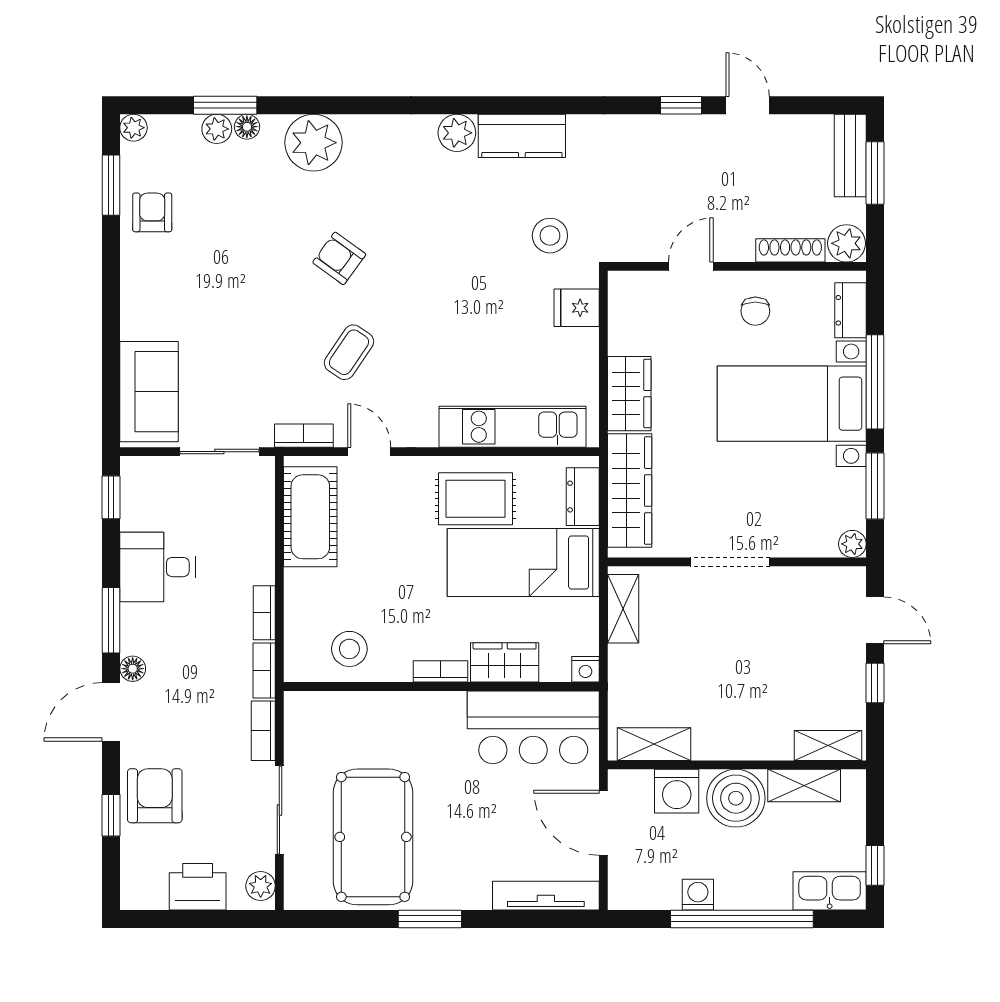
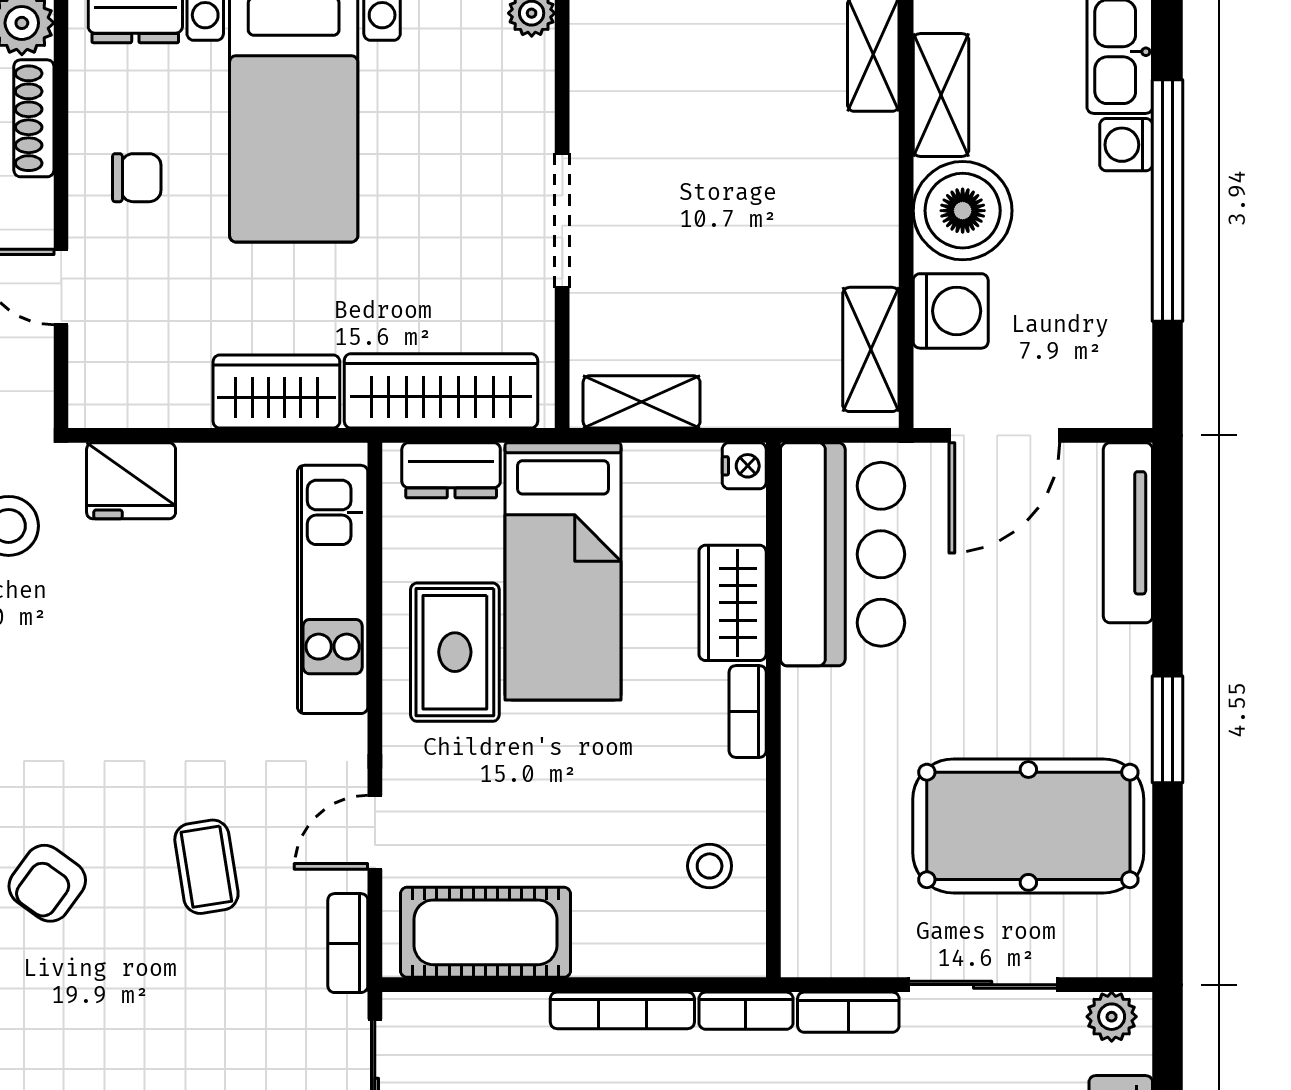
fridge: (577, 308) -> (131, 481), width x1.38
coffee table: (349, 352) -> (206, 867), turned 47
bookcase: (264, 613) -> (622, 1010), width x1.56
stool: (349, 649) -> (710, 866), width x0.73, depth x0.73
washing machine: (698, 895) -> (1126, 145), moved

